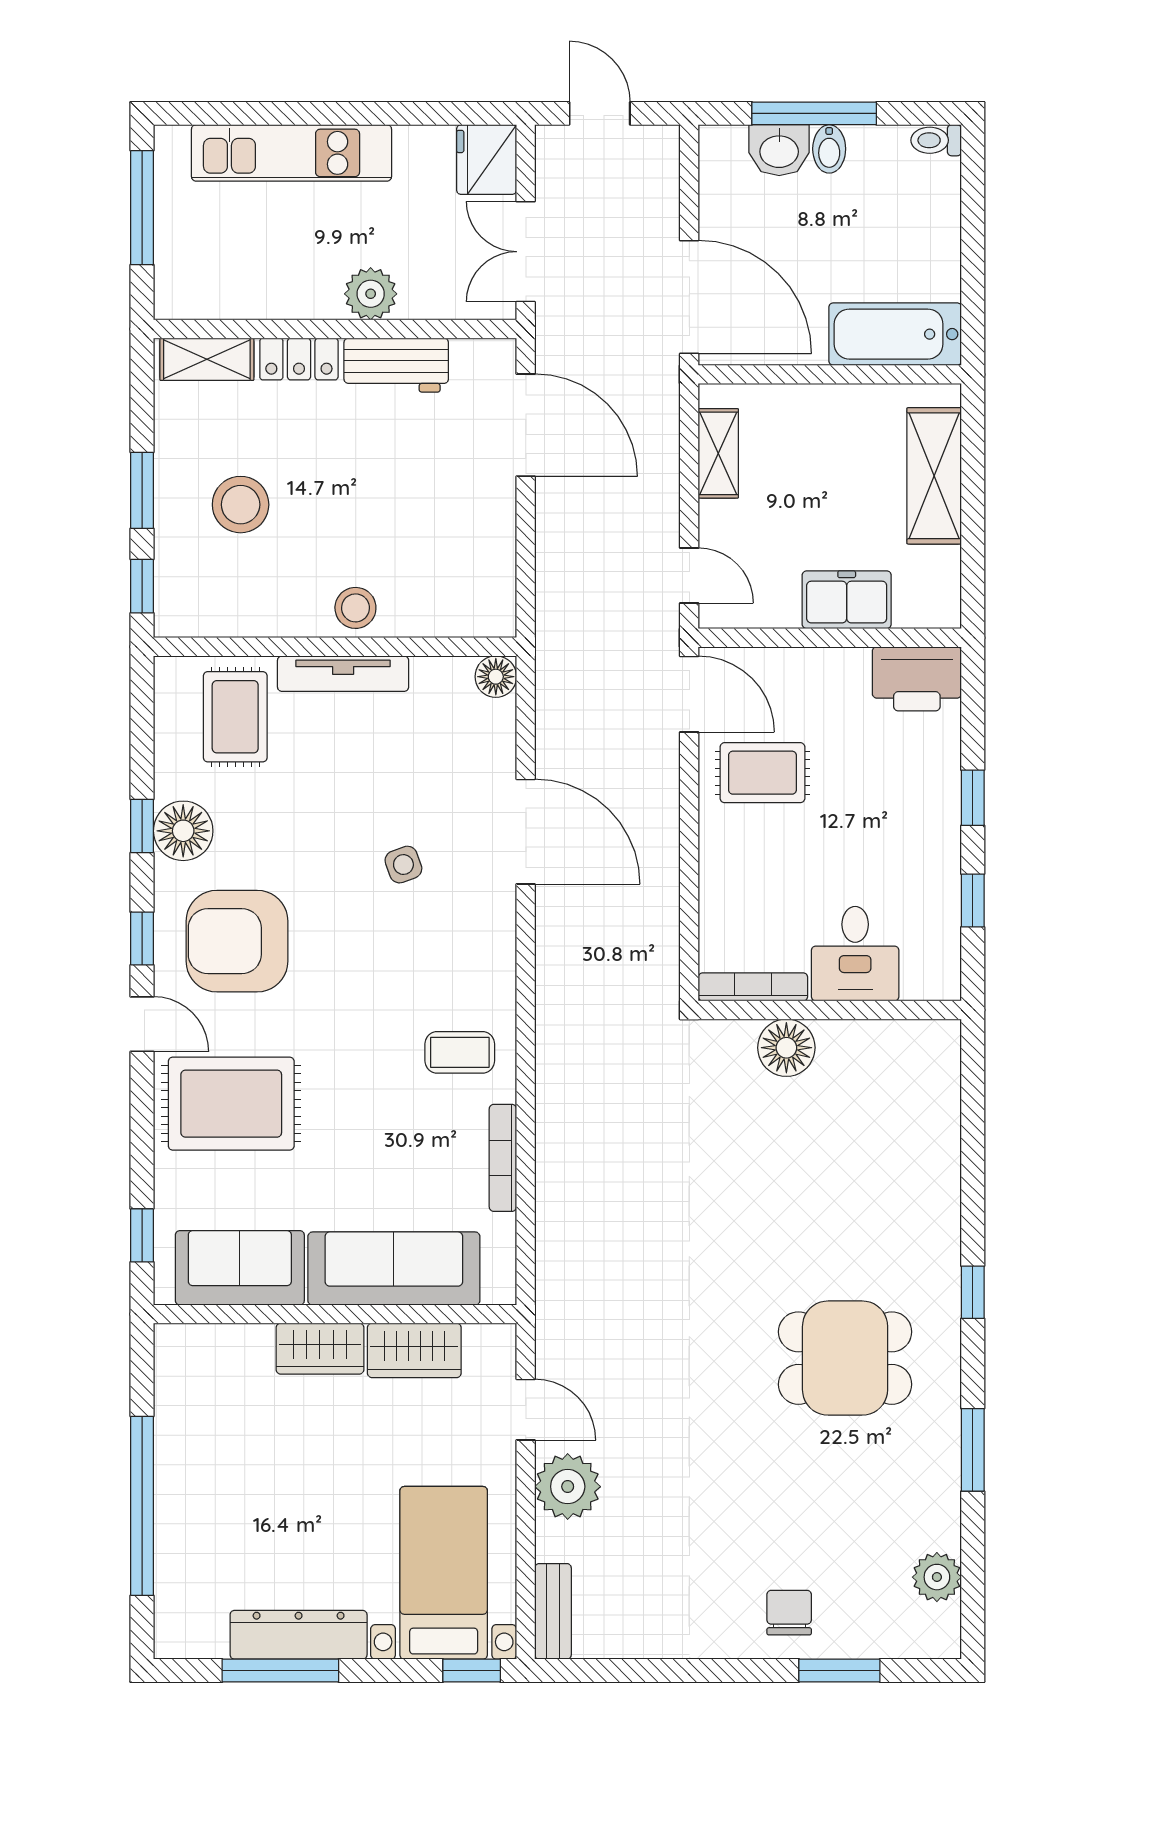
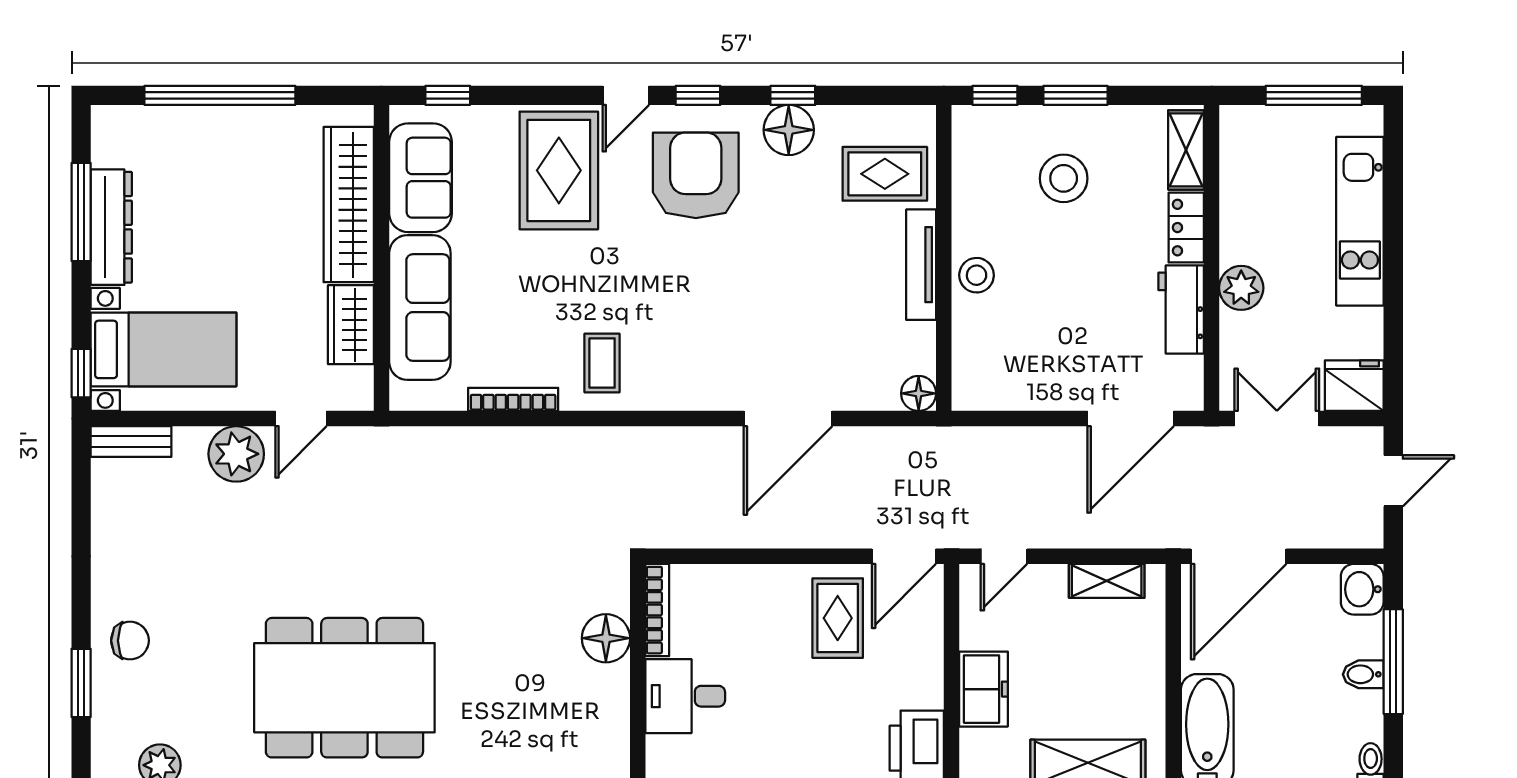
washbasin: (779, 150) -> (1362, 589), moved
side table: (403, 865) -> (760, 316), removed
wardrobe: (320, 1349) -> (349, 205), width x2.10, depth x1.17
dining table: (845, 1358) -> (344, 688), width x1.88, depth x1.24

